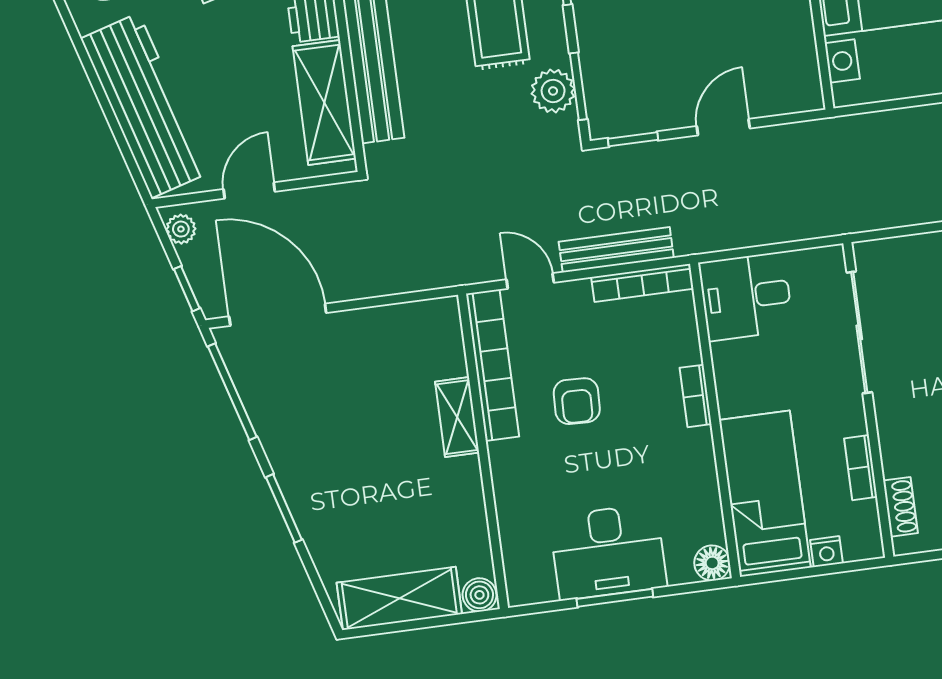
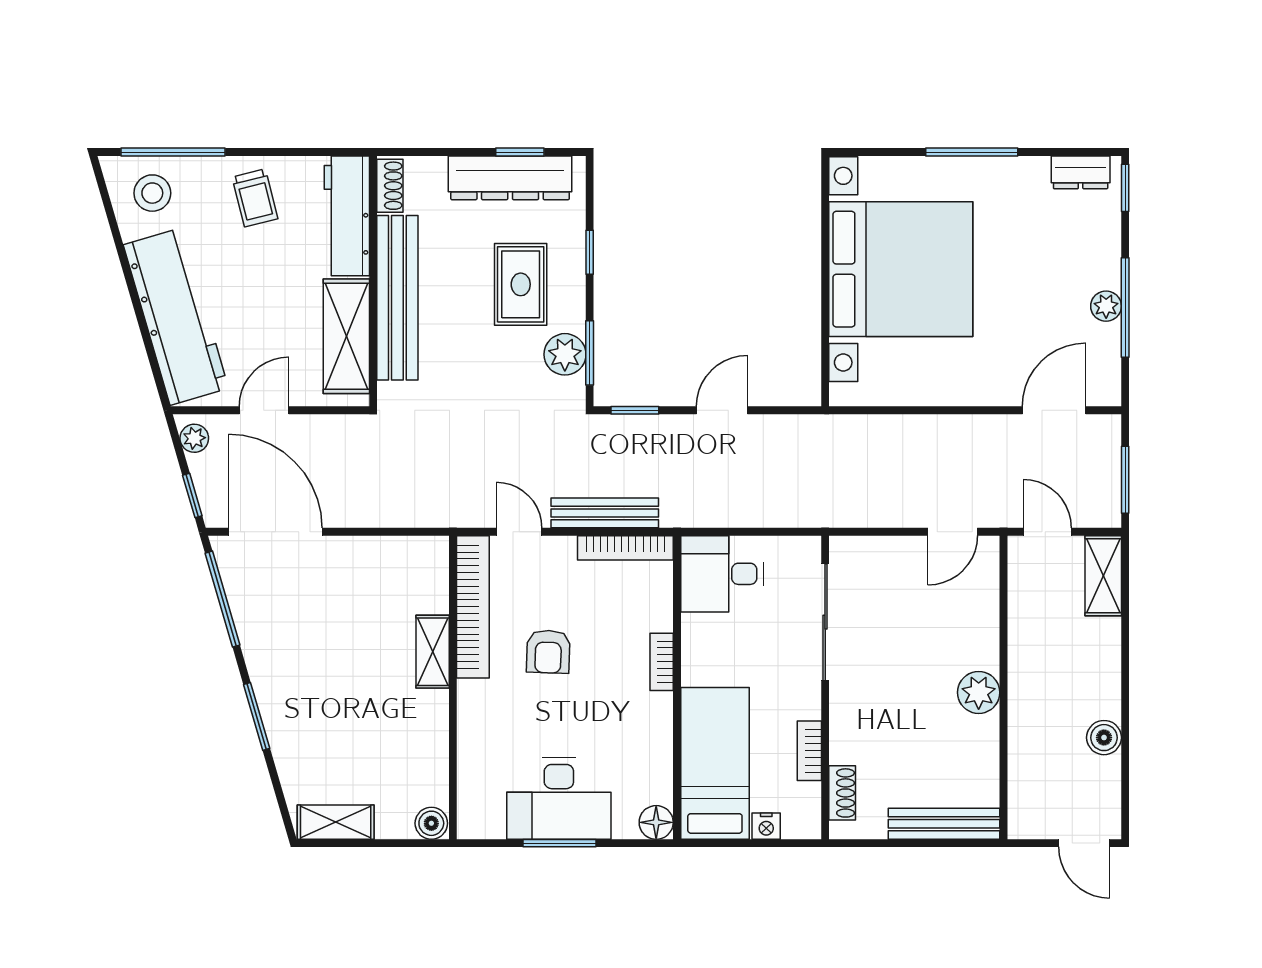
shelving: (399, 598) -> (336, 822), width x0.67, depth x0.75

